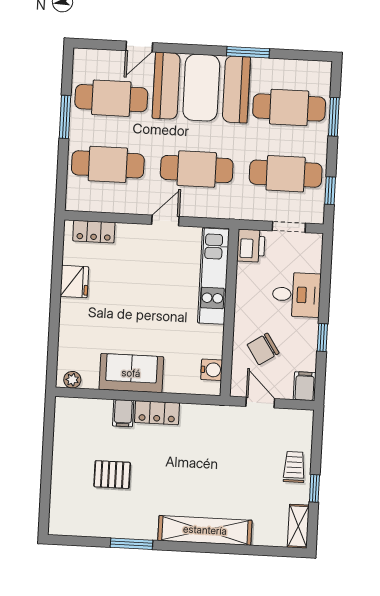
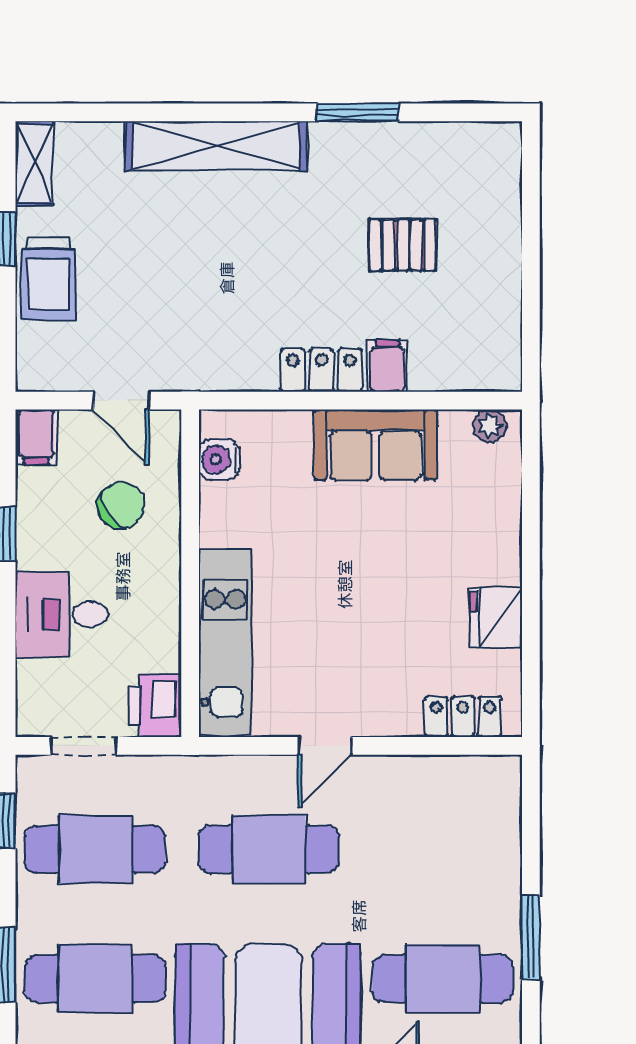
cafe table: (108, 164) -> (443, 849), removed
trolley: (294, 467) -> (48, 279), width x1.36, depth x1.39

